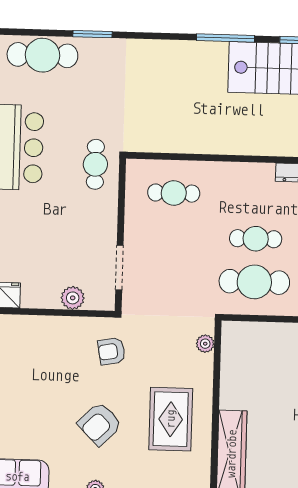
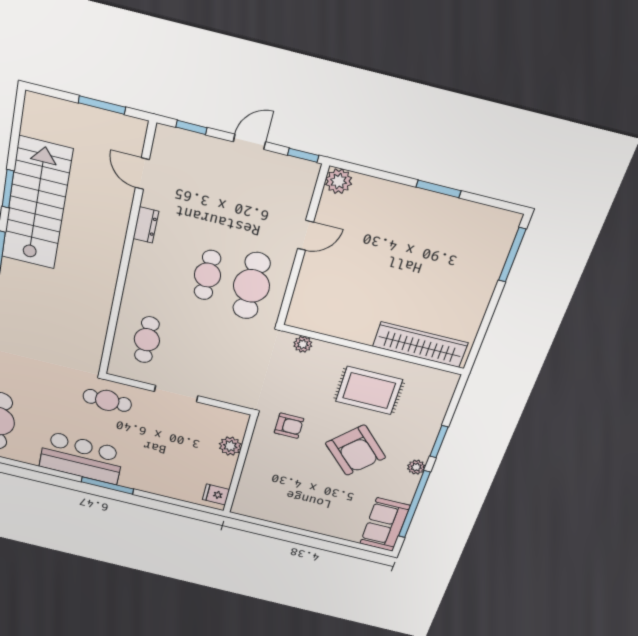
doorway: (119, 267) -> (176, 394), moved
armchair: (112, 351) -> (289, 426), turned -80
armchair: (100, 424) -> (355, 450), width x1.36, depth x1.36

